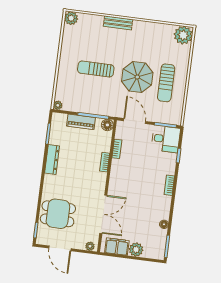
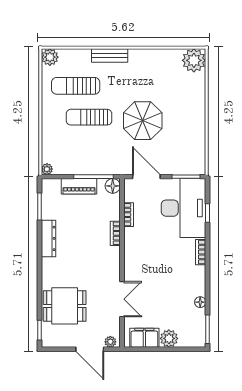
sun lounger: (166, 83) -> (76, 86), moved, turned 90
desk: (166, 139) -> (184, 208), width x1.87, depth x1.30
double door: (103, 214) -> (122, 299), width x0.73
door: (60, 248) -> (90, 349), moved

